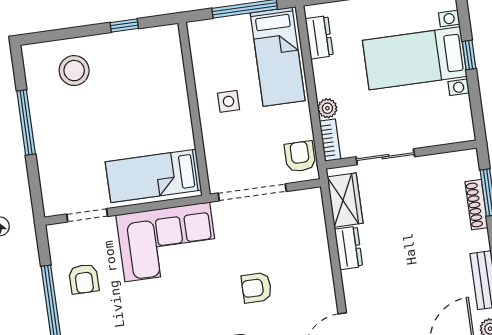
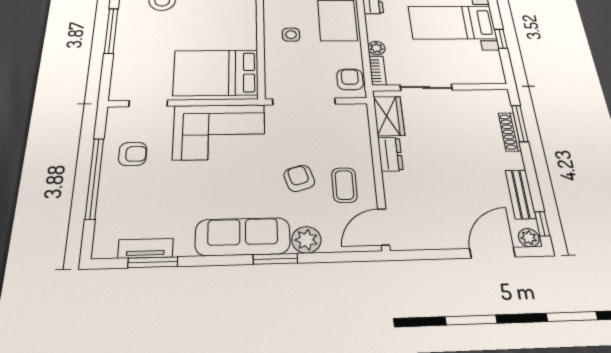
window: (469, 55) -> (501, 39), moved
bed: (153, 176) -> (216, 73), width x1.50
armchair: (84, 279) -> (133, 154), turned -90
armchair: (256, 288) -> (299, 178), turned 73
coffee table: (303, 290) -> (344, 185), added

